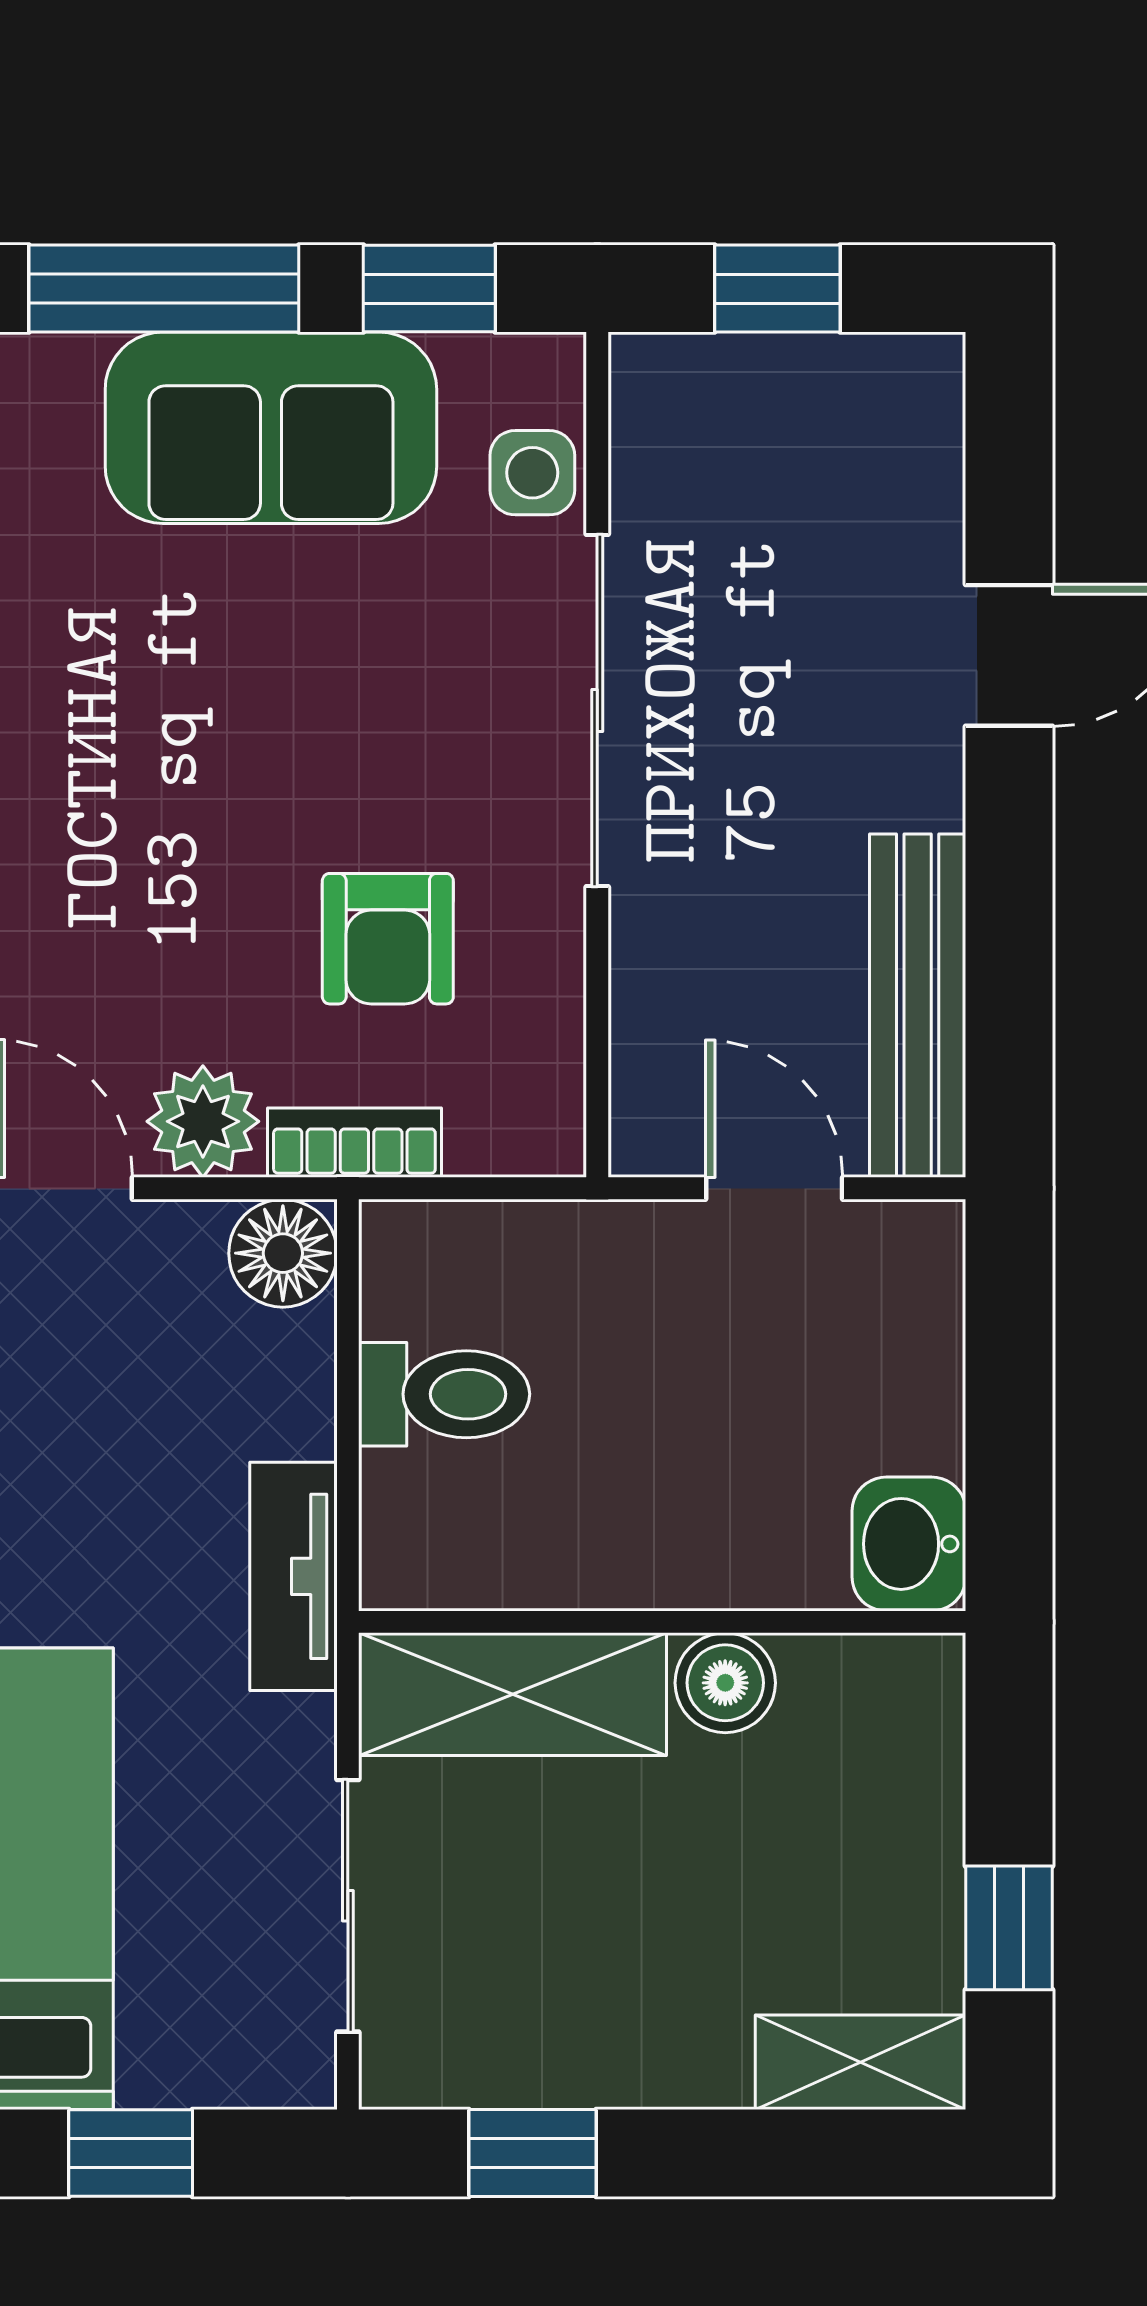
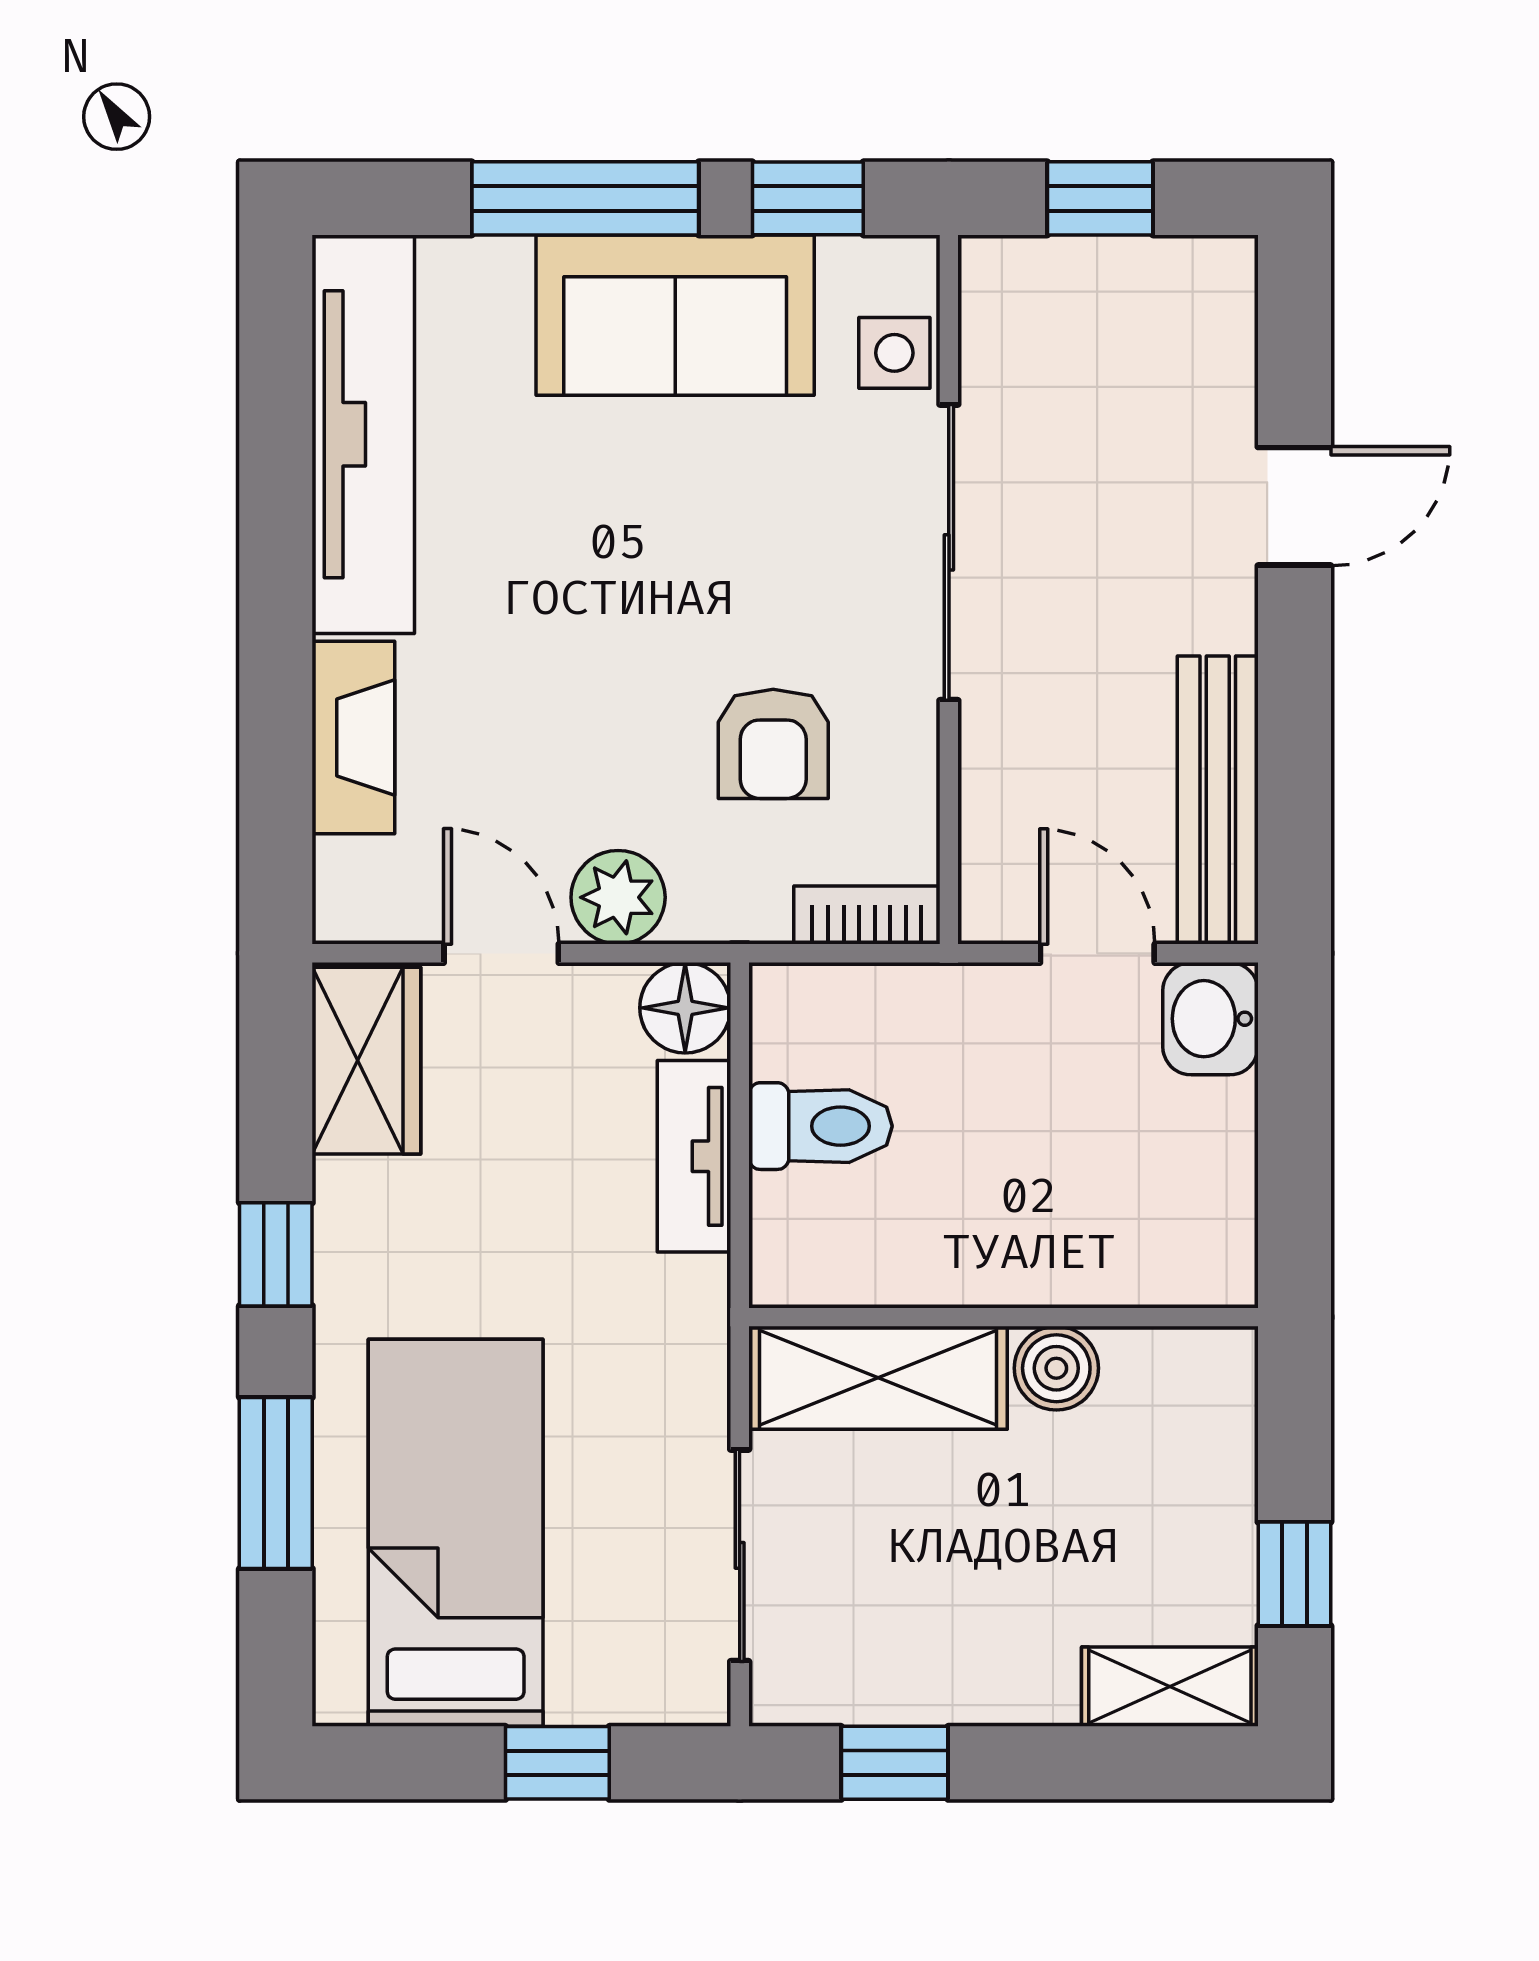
bookcase: (354, 1143) -> (867, 915), moved
washbasin: (909, 1544) -> (1210, 1019), moved
tv unit: (293, 1576) -> (694, 1156), moved

